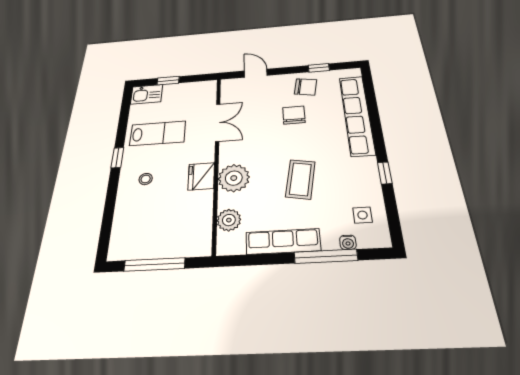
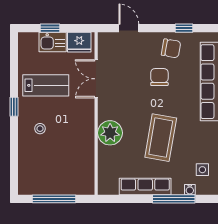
kitchen sink: (147, 94) -> (53, 42), moved
double door: (218, 122) -> (96, 79), swing flipped
fridge: (201, 176) -> (79, 42), moved, turned -90
coffee table: (300, 179) -> (161, 138), width x1.36, depth x1.32
plant: (229, 220) -> (107, 168), removed

